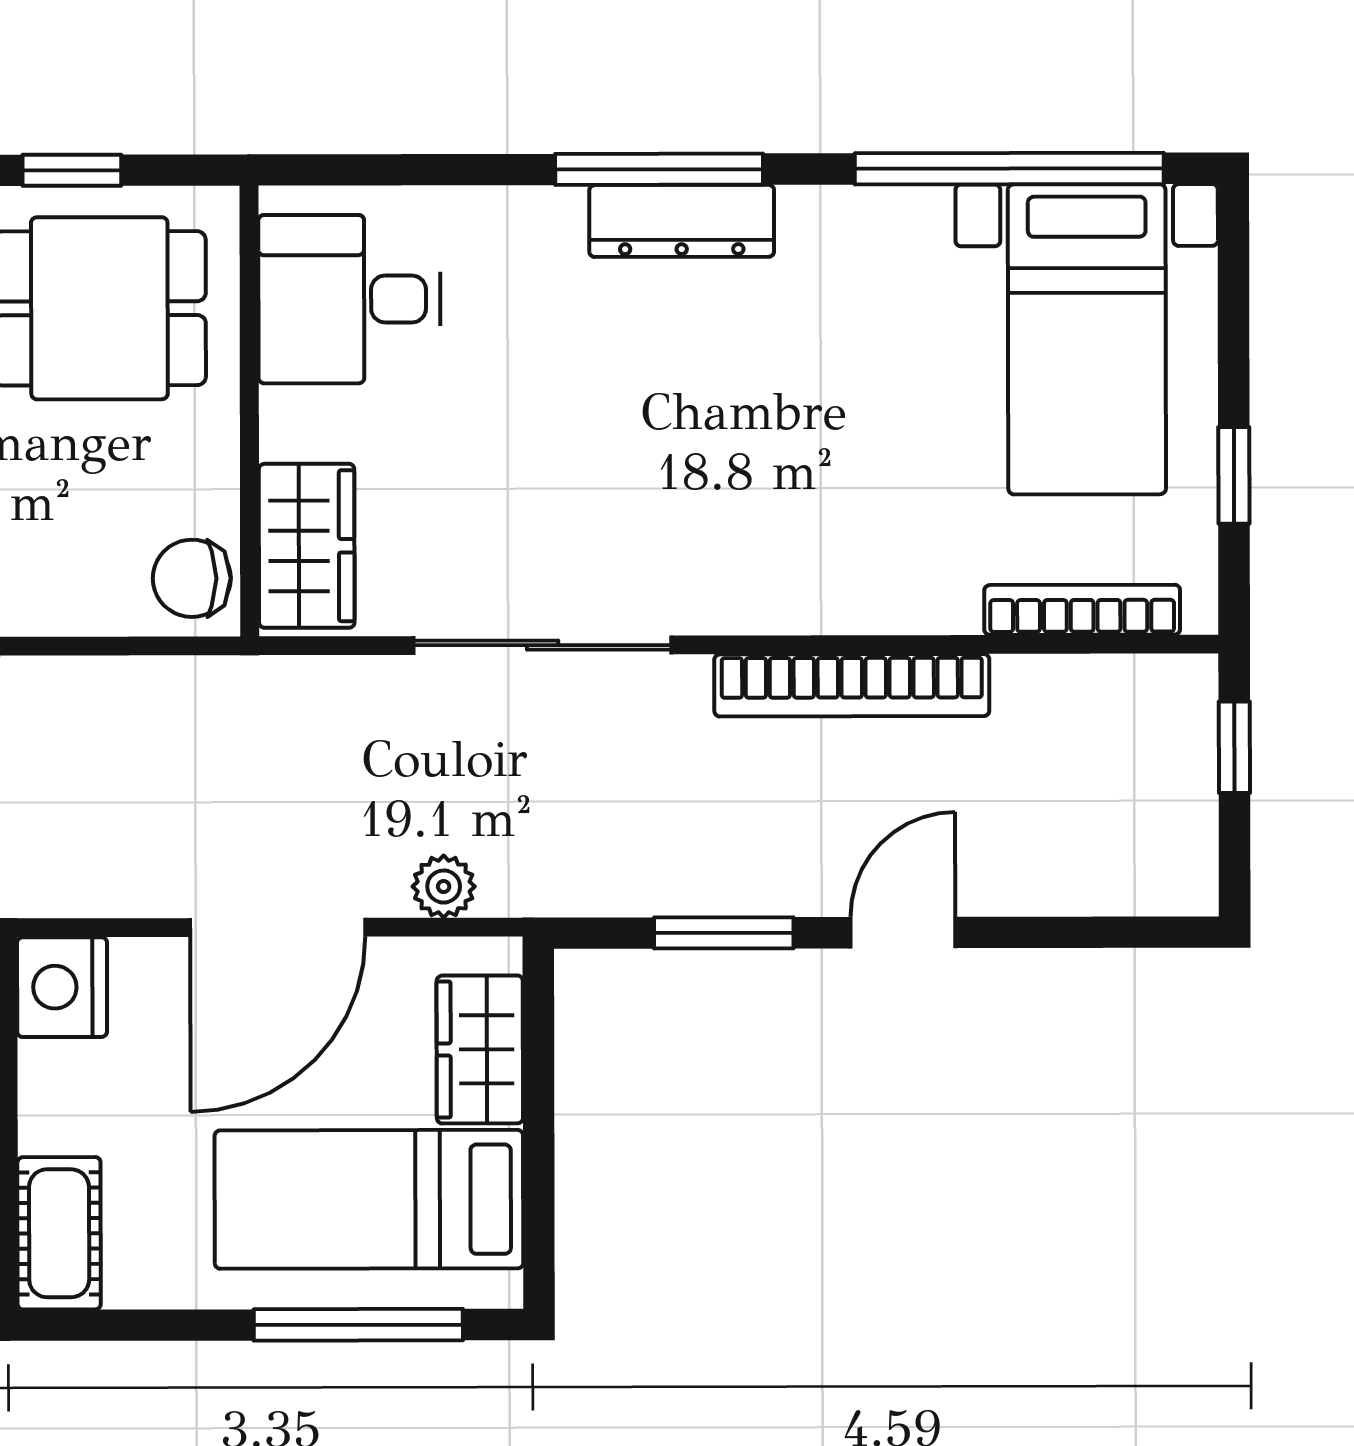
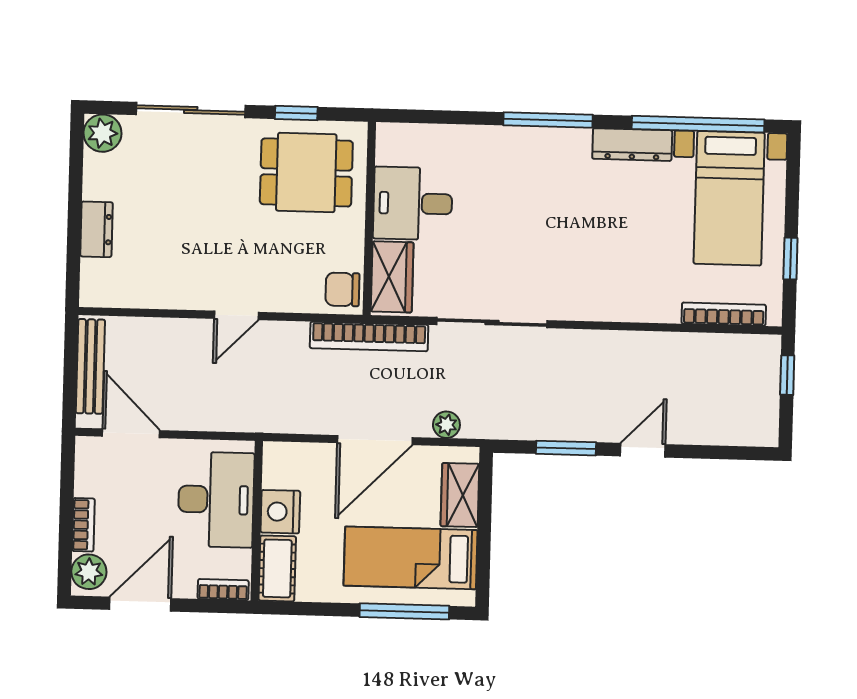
dresser: (682, 221) -> (632, 145), moved
desk: (349, 299) -> (413, 203), moved
bookcase: (852, 685) -> (369, 336), moved
nightstand: (62, 987) -> (280, 512), moved

